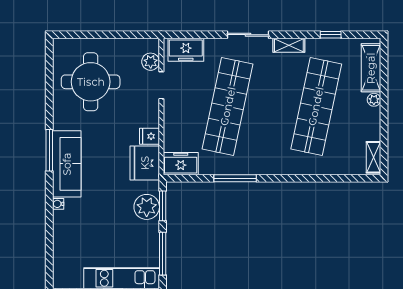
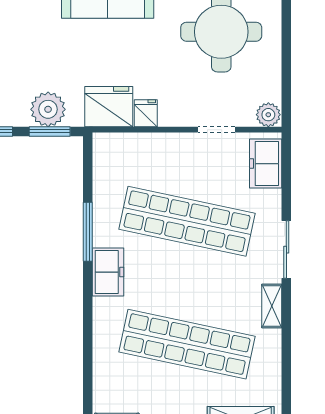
window: (331, 35) -> (286, 364), removed
plant: (151, 62) -> (268, 115), moved
freezer: (181, 164) -> (108, 272), moved

